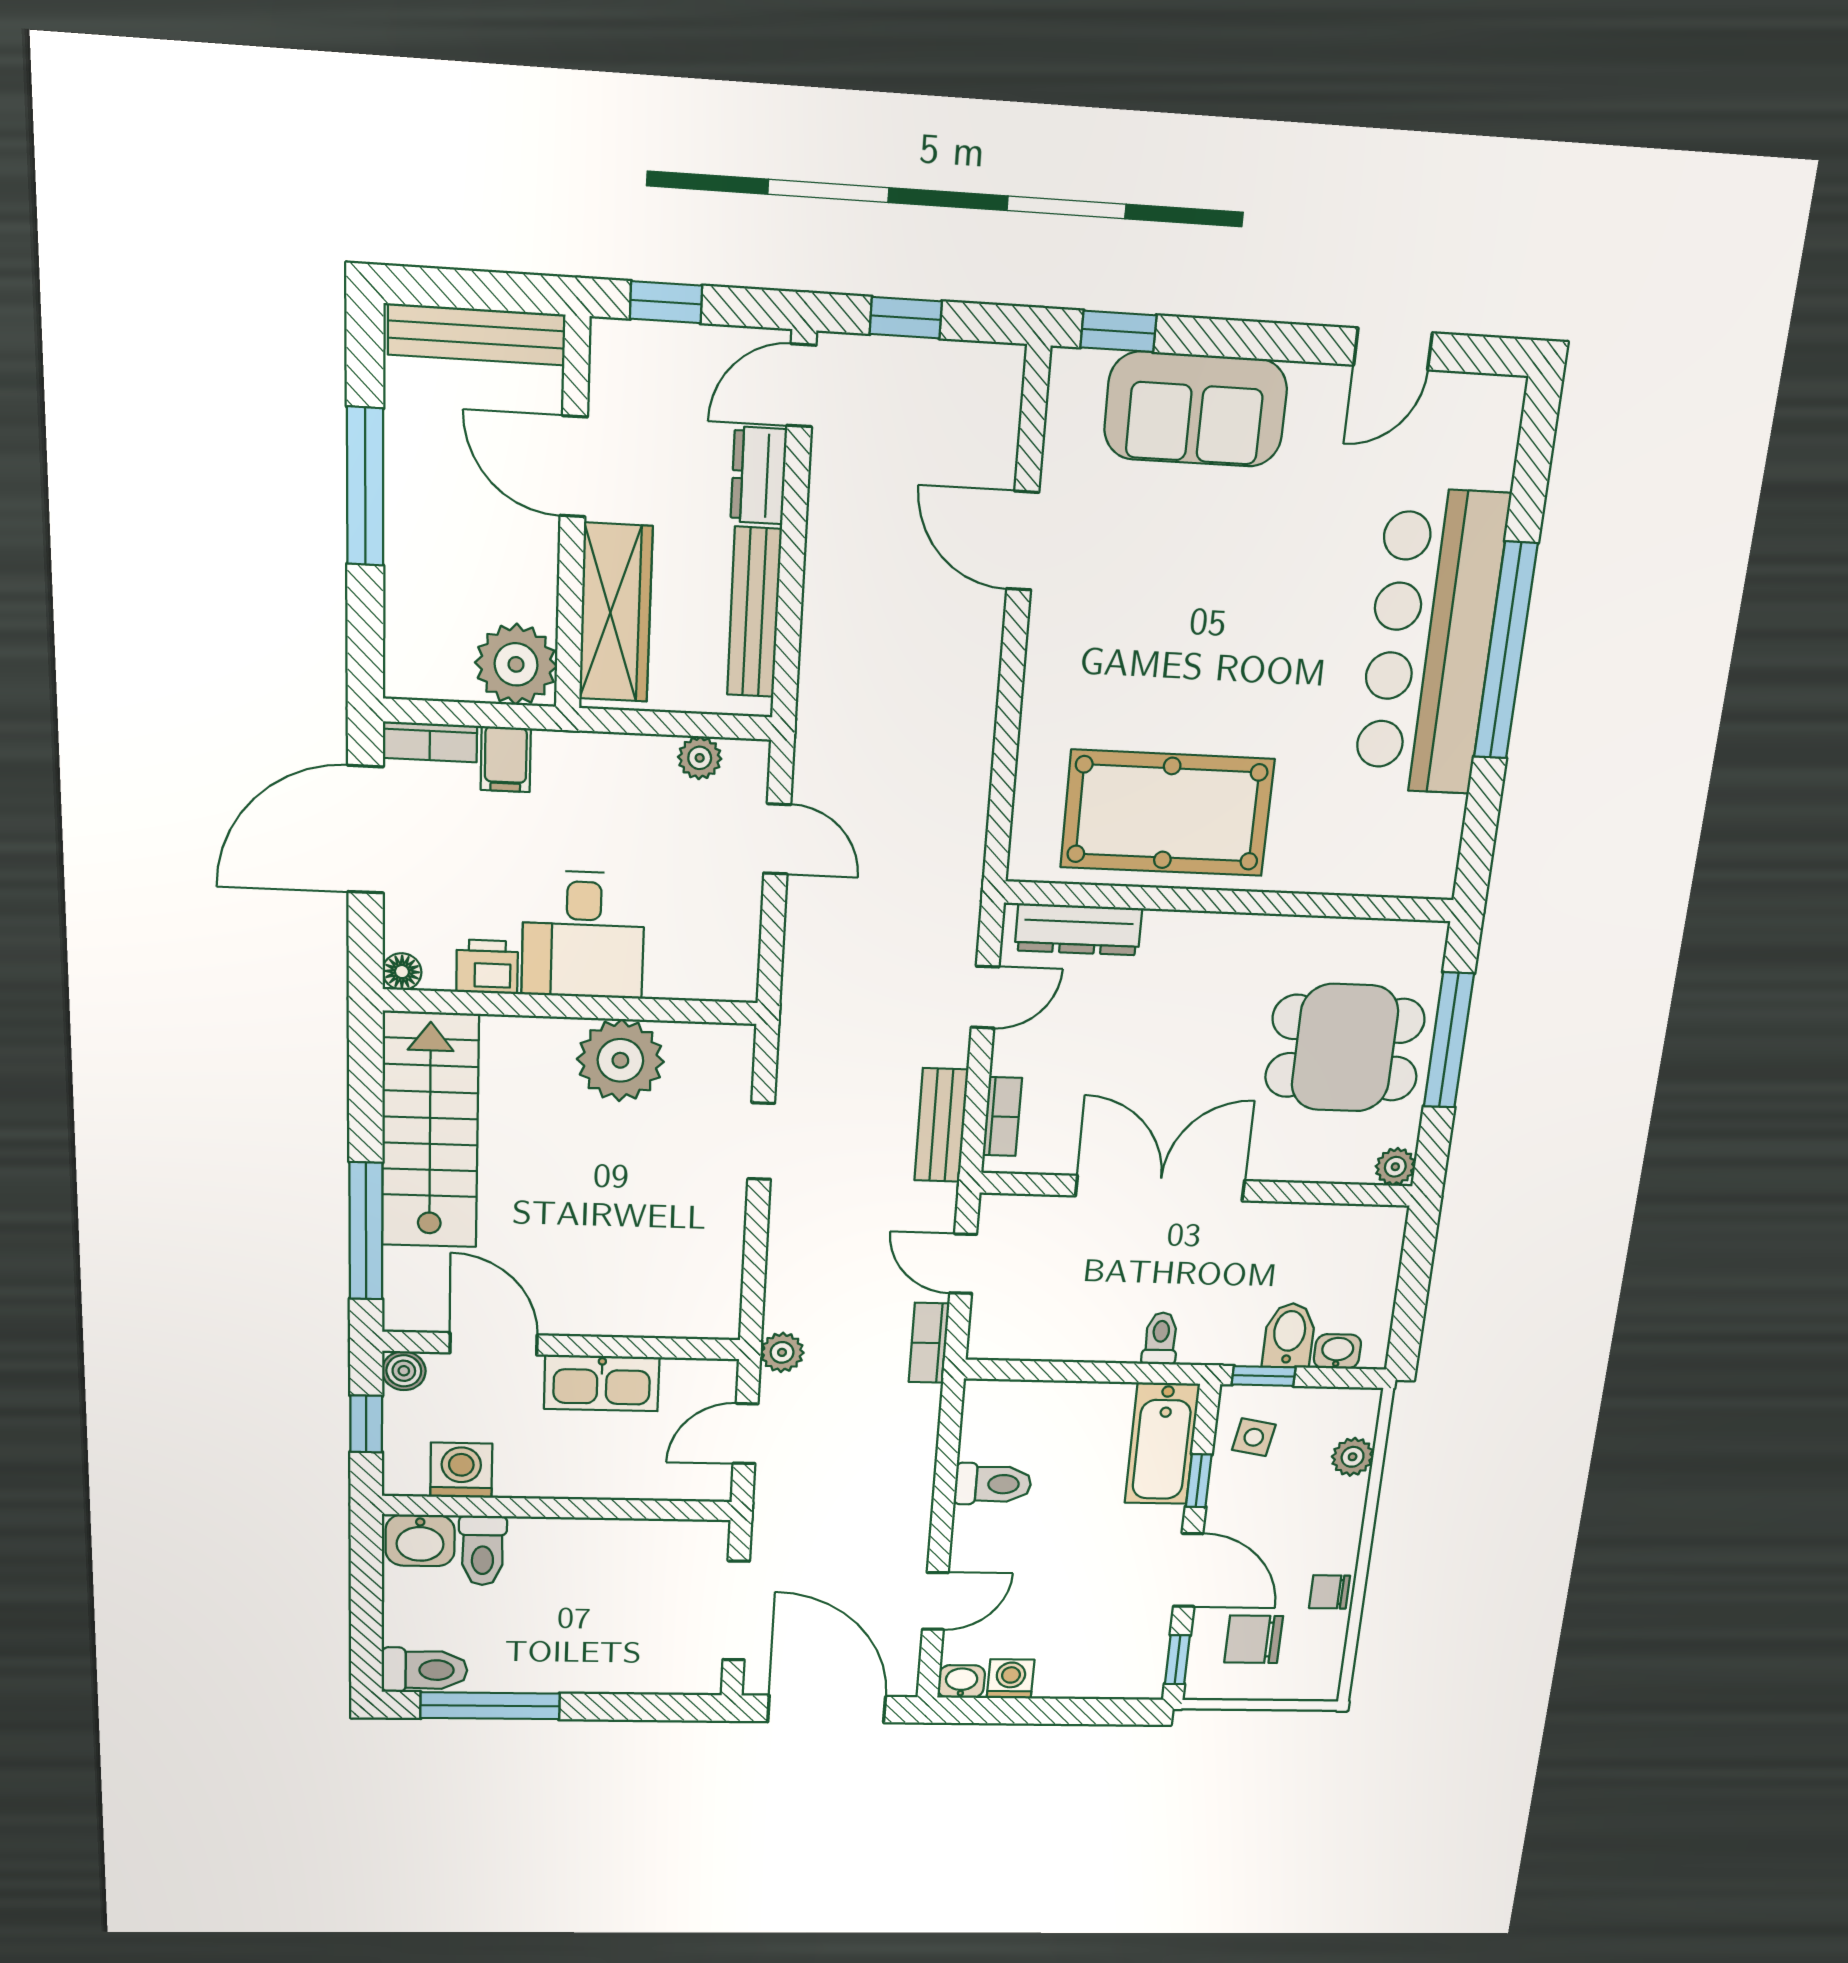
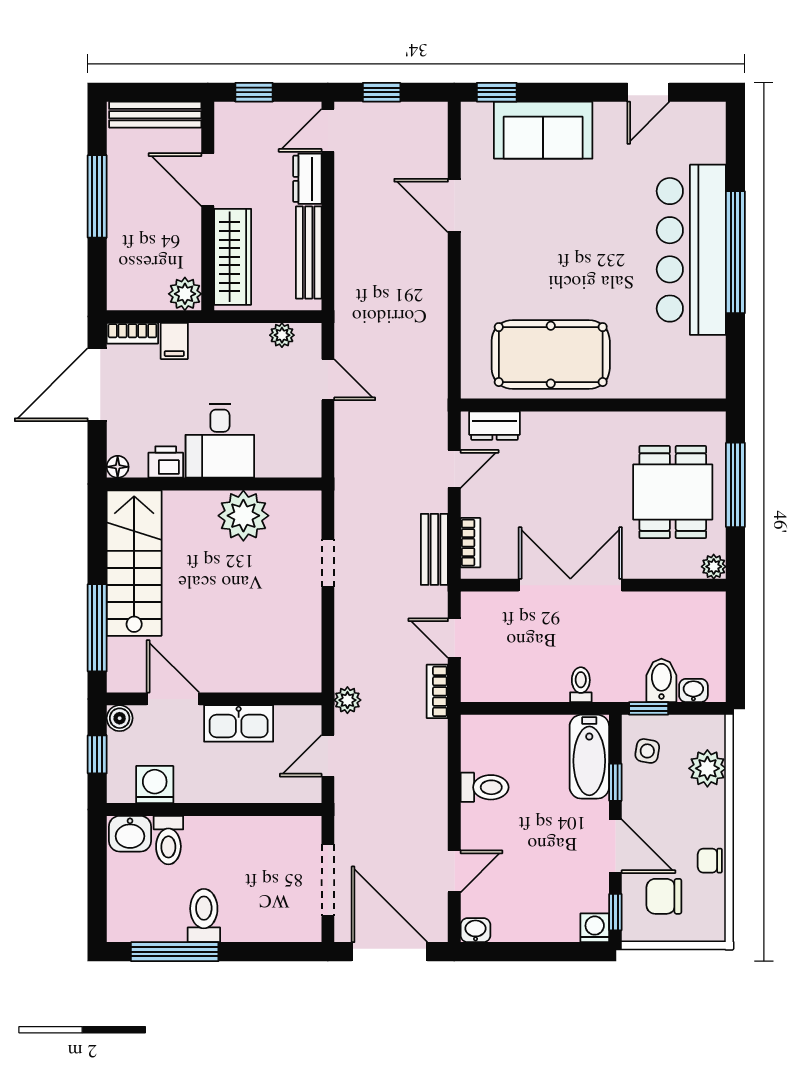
plant: (516, 664) -> (185, 294), width x0.73, depth x0.73
dresser: (1078, 929) -> (495, 426), width x0.70
dining table: (1345, 1048) -> (673, 492), turned 90
plant: (1353, 1457) -> (707, 768), width x1.38, depth x1.38
toilet: (425, 1670) -> (204, 916), moved, turned -90
washing machine: (1011, 1679) -> (595, 928), moved

